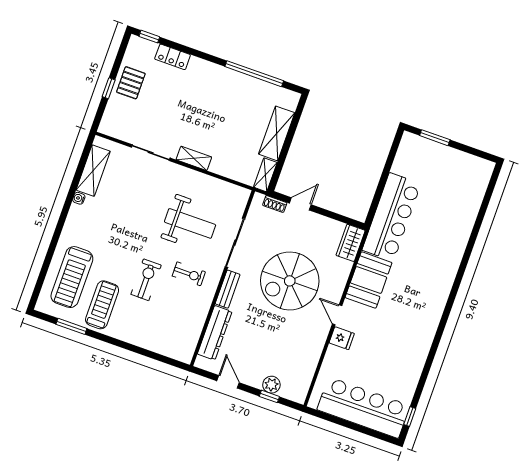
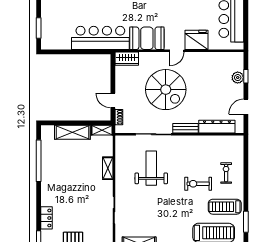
shelving: (194, 158) -> (108, 168), moved
exercise bike: (189, 274) -> (226, 173), moved
fridge: (342, 338) -> (197, 40), width x1.88, depth x1.34

